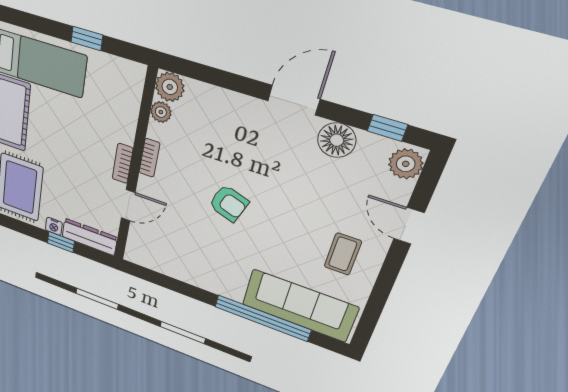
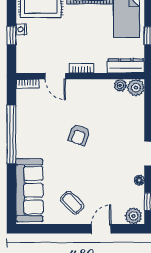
floor lamp: (337, 140) -> (139, 180), width x0.53, depth x0.53
bookcase: (149, 158) -> (27, 84), moved
dresser: (89, 237) -> (126, 66), moved, turned -90
coffee table: (343, 254) -> (72, 203), turned 45
window: (262, 318) -> (11, 135), moved

